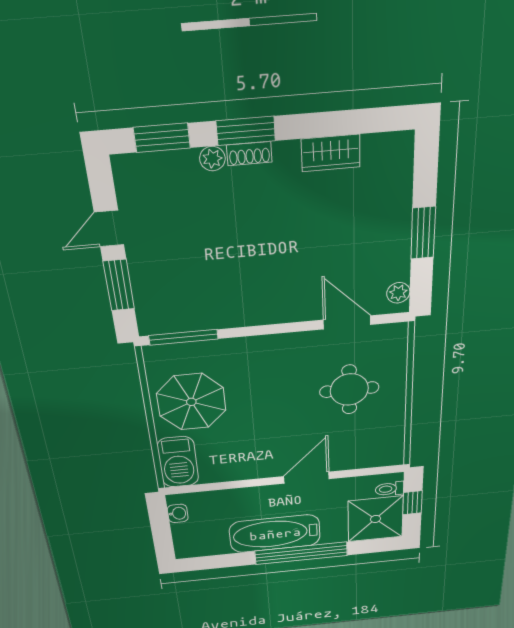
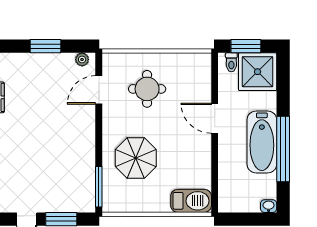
parasol: (191, 402) -> (136, 158), moved
window: (412, 503) -> (246, 46), width x1.50
washbasin: (178, 513) -> (269, 206), moved
window: (301, 553) -> (283, 149), moved

